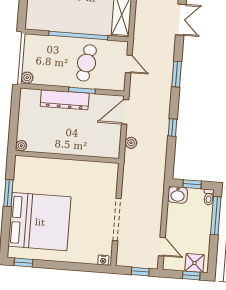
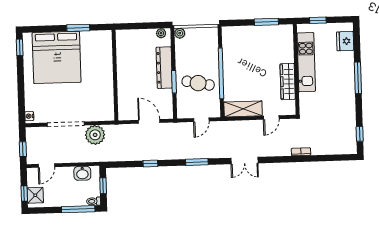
door: (125, 112) -> (149, 121), moved
plant: (131, 143) -> (95, 135), moved, width x1.88, depth x1.88
plant: (21, 146) -> (161, 33), moved
washbasin: (178, 195) -> (82, 173), moved, turned -90

